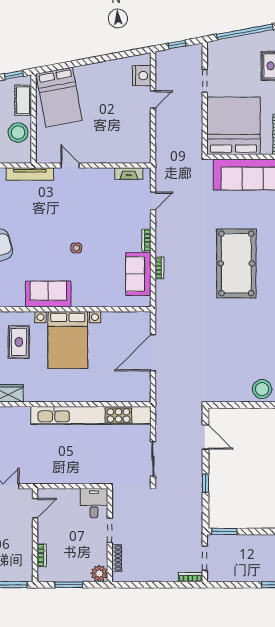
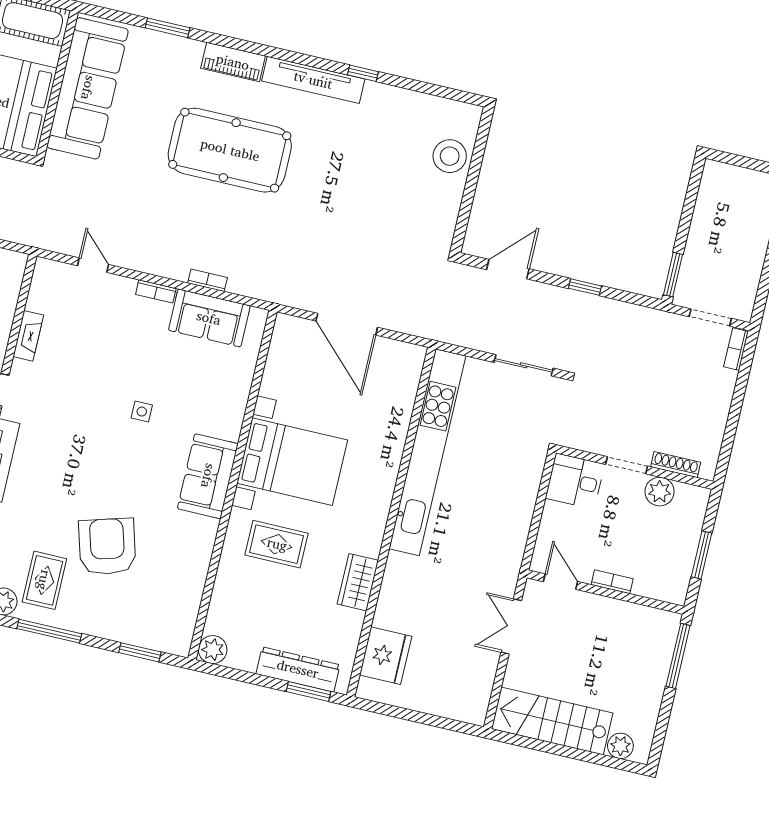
fireplace: (129, 174) -> (28, 336), moved
bookcase: (42, 555) -> (612, 582), moved
plant: (99, 573) -> (660, 492), moved

